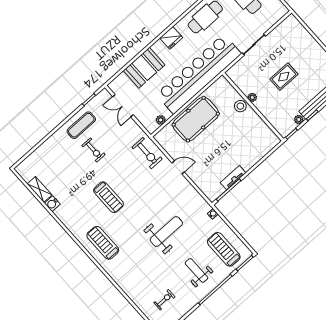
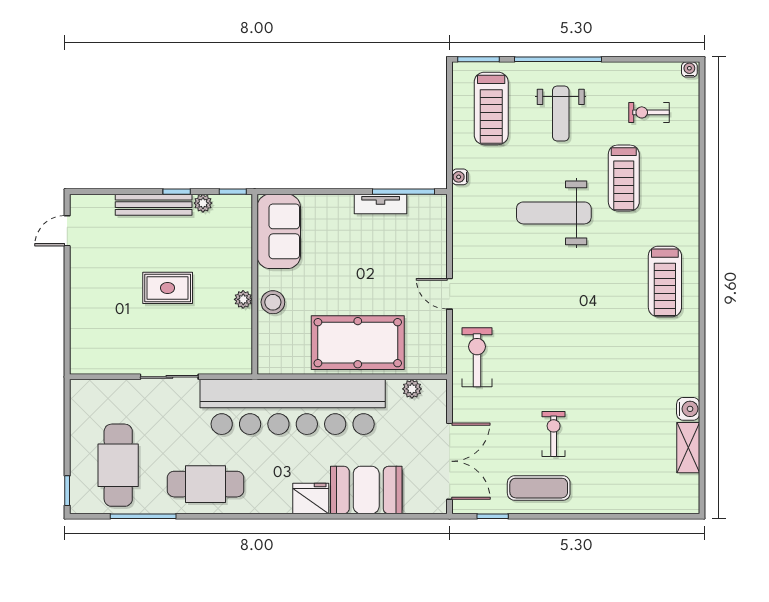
fridge: (171, 38) -> (311, 499), moved
double door: (123, 106) -> (450, 461), width x1.37
sofa: (262, 134) -> (279, 231), added
treadmill: (108, 197) -> (624, 178), moved, turned 180

